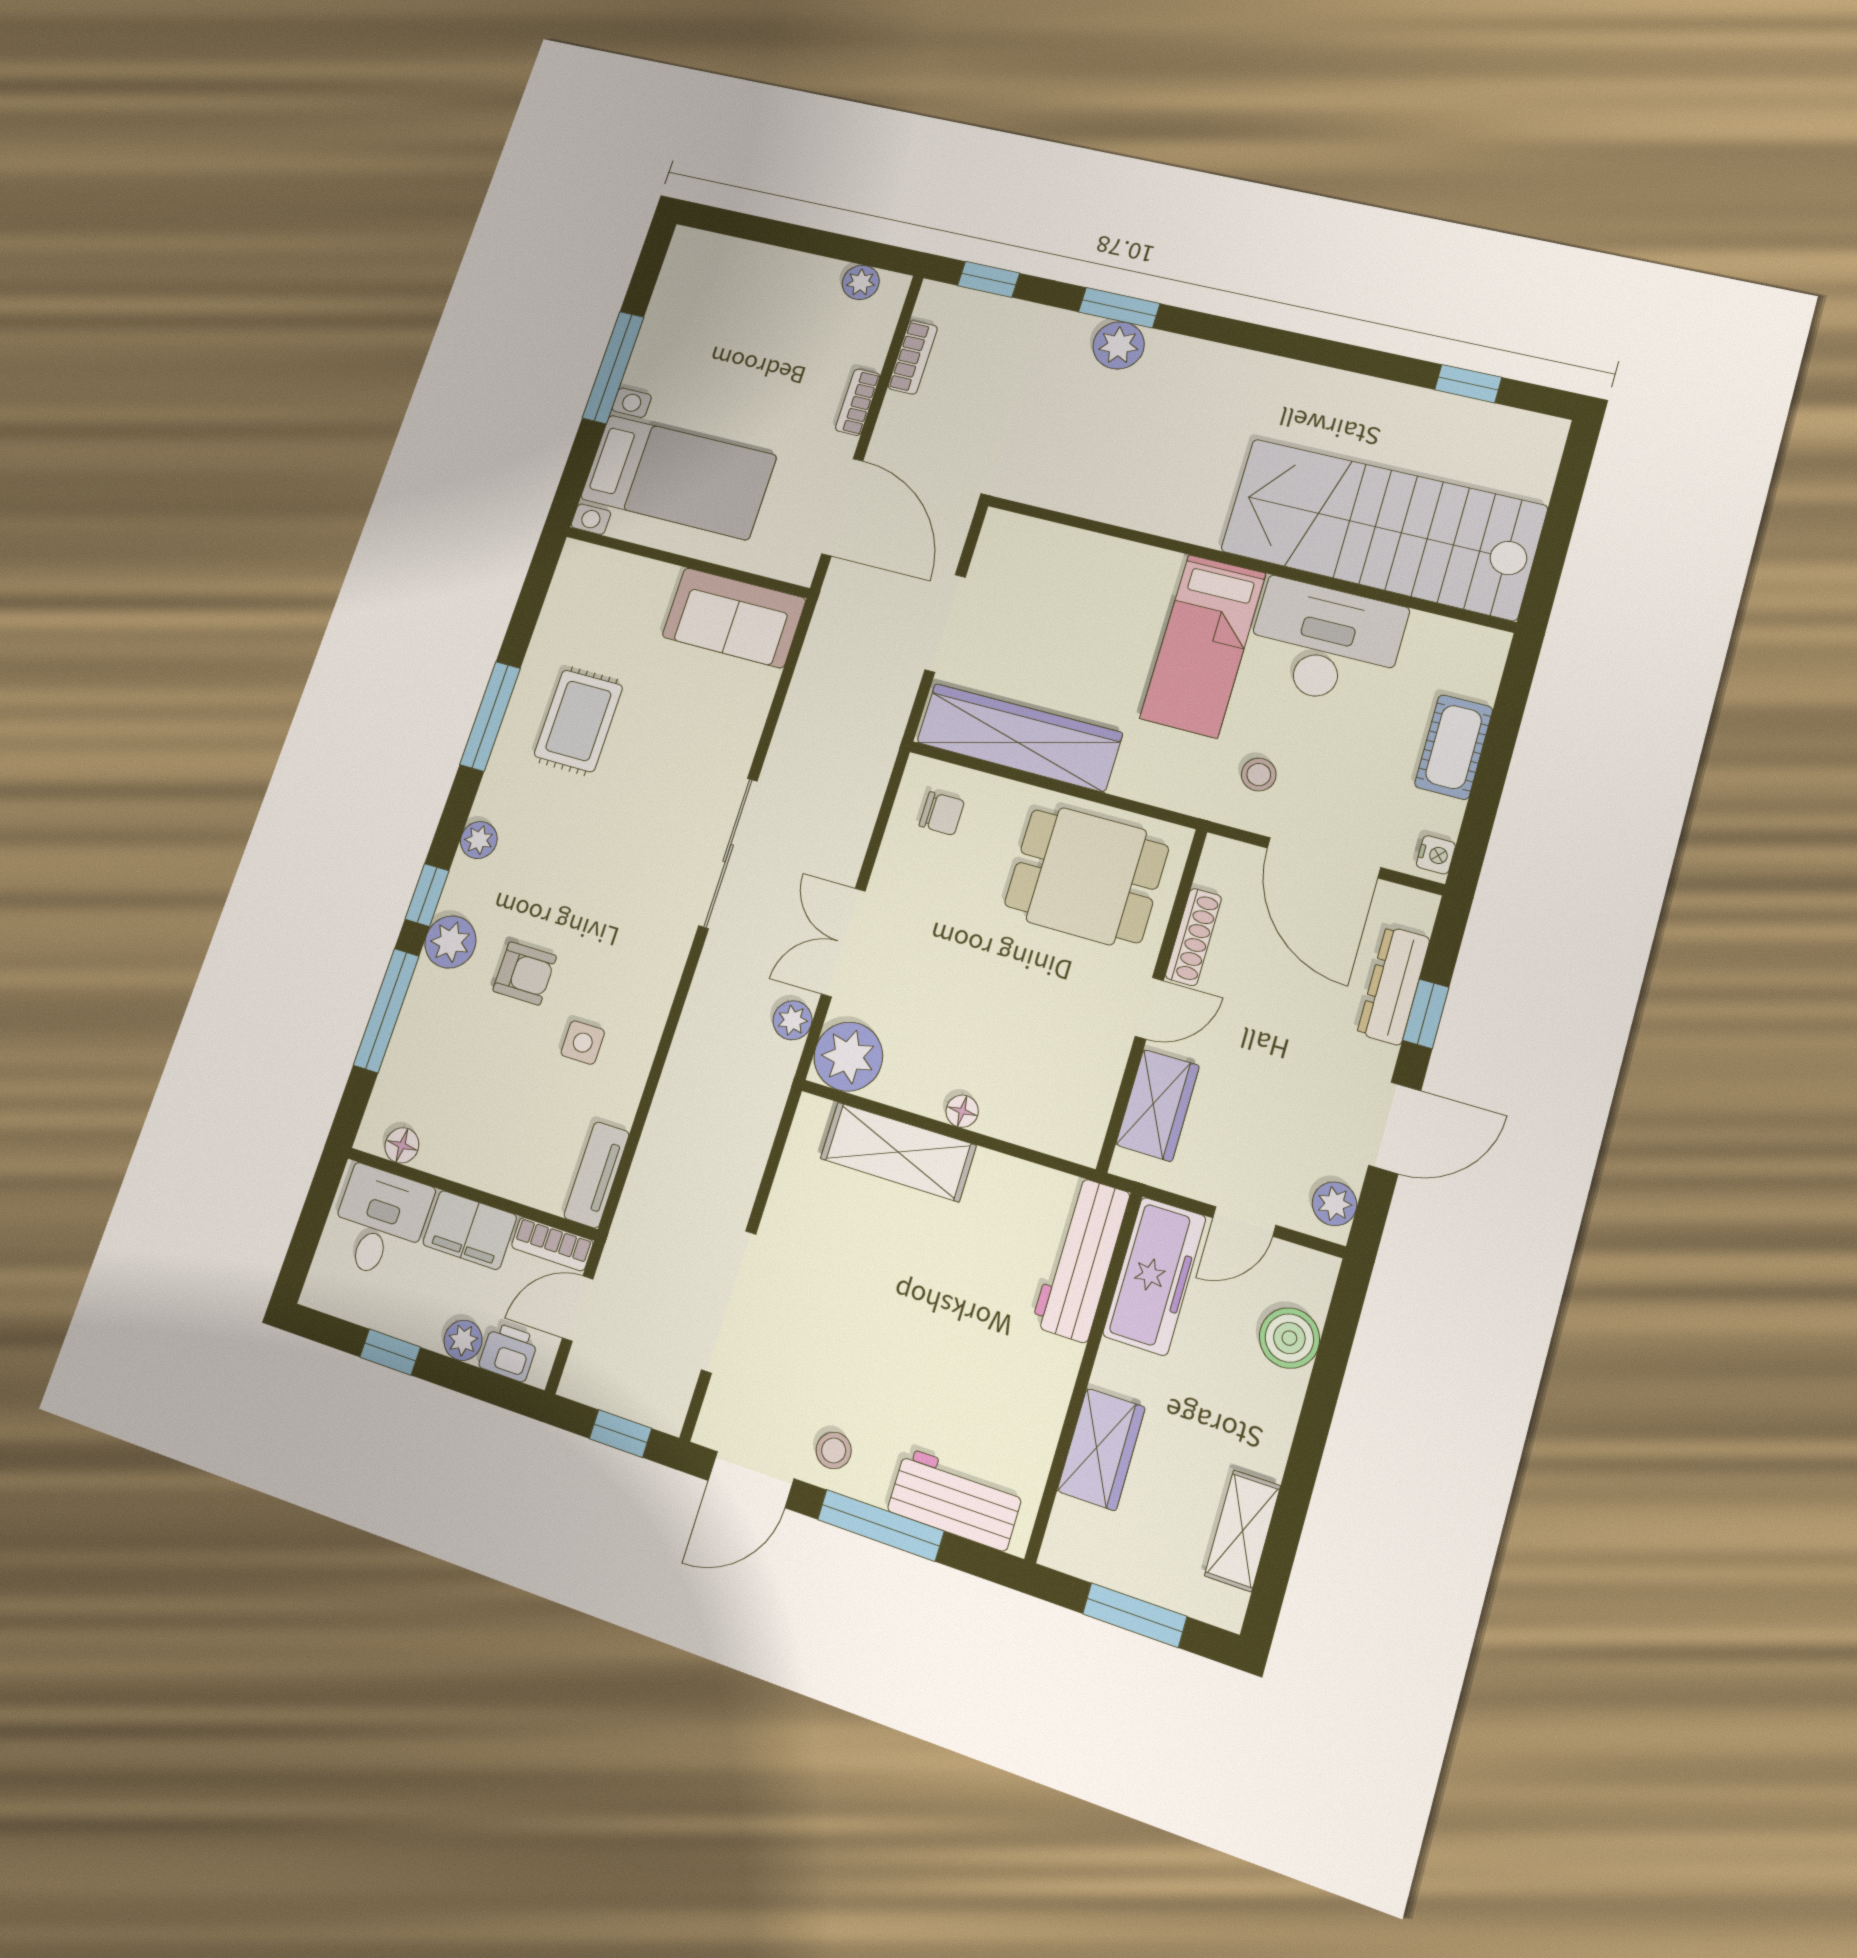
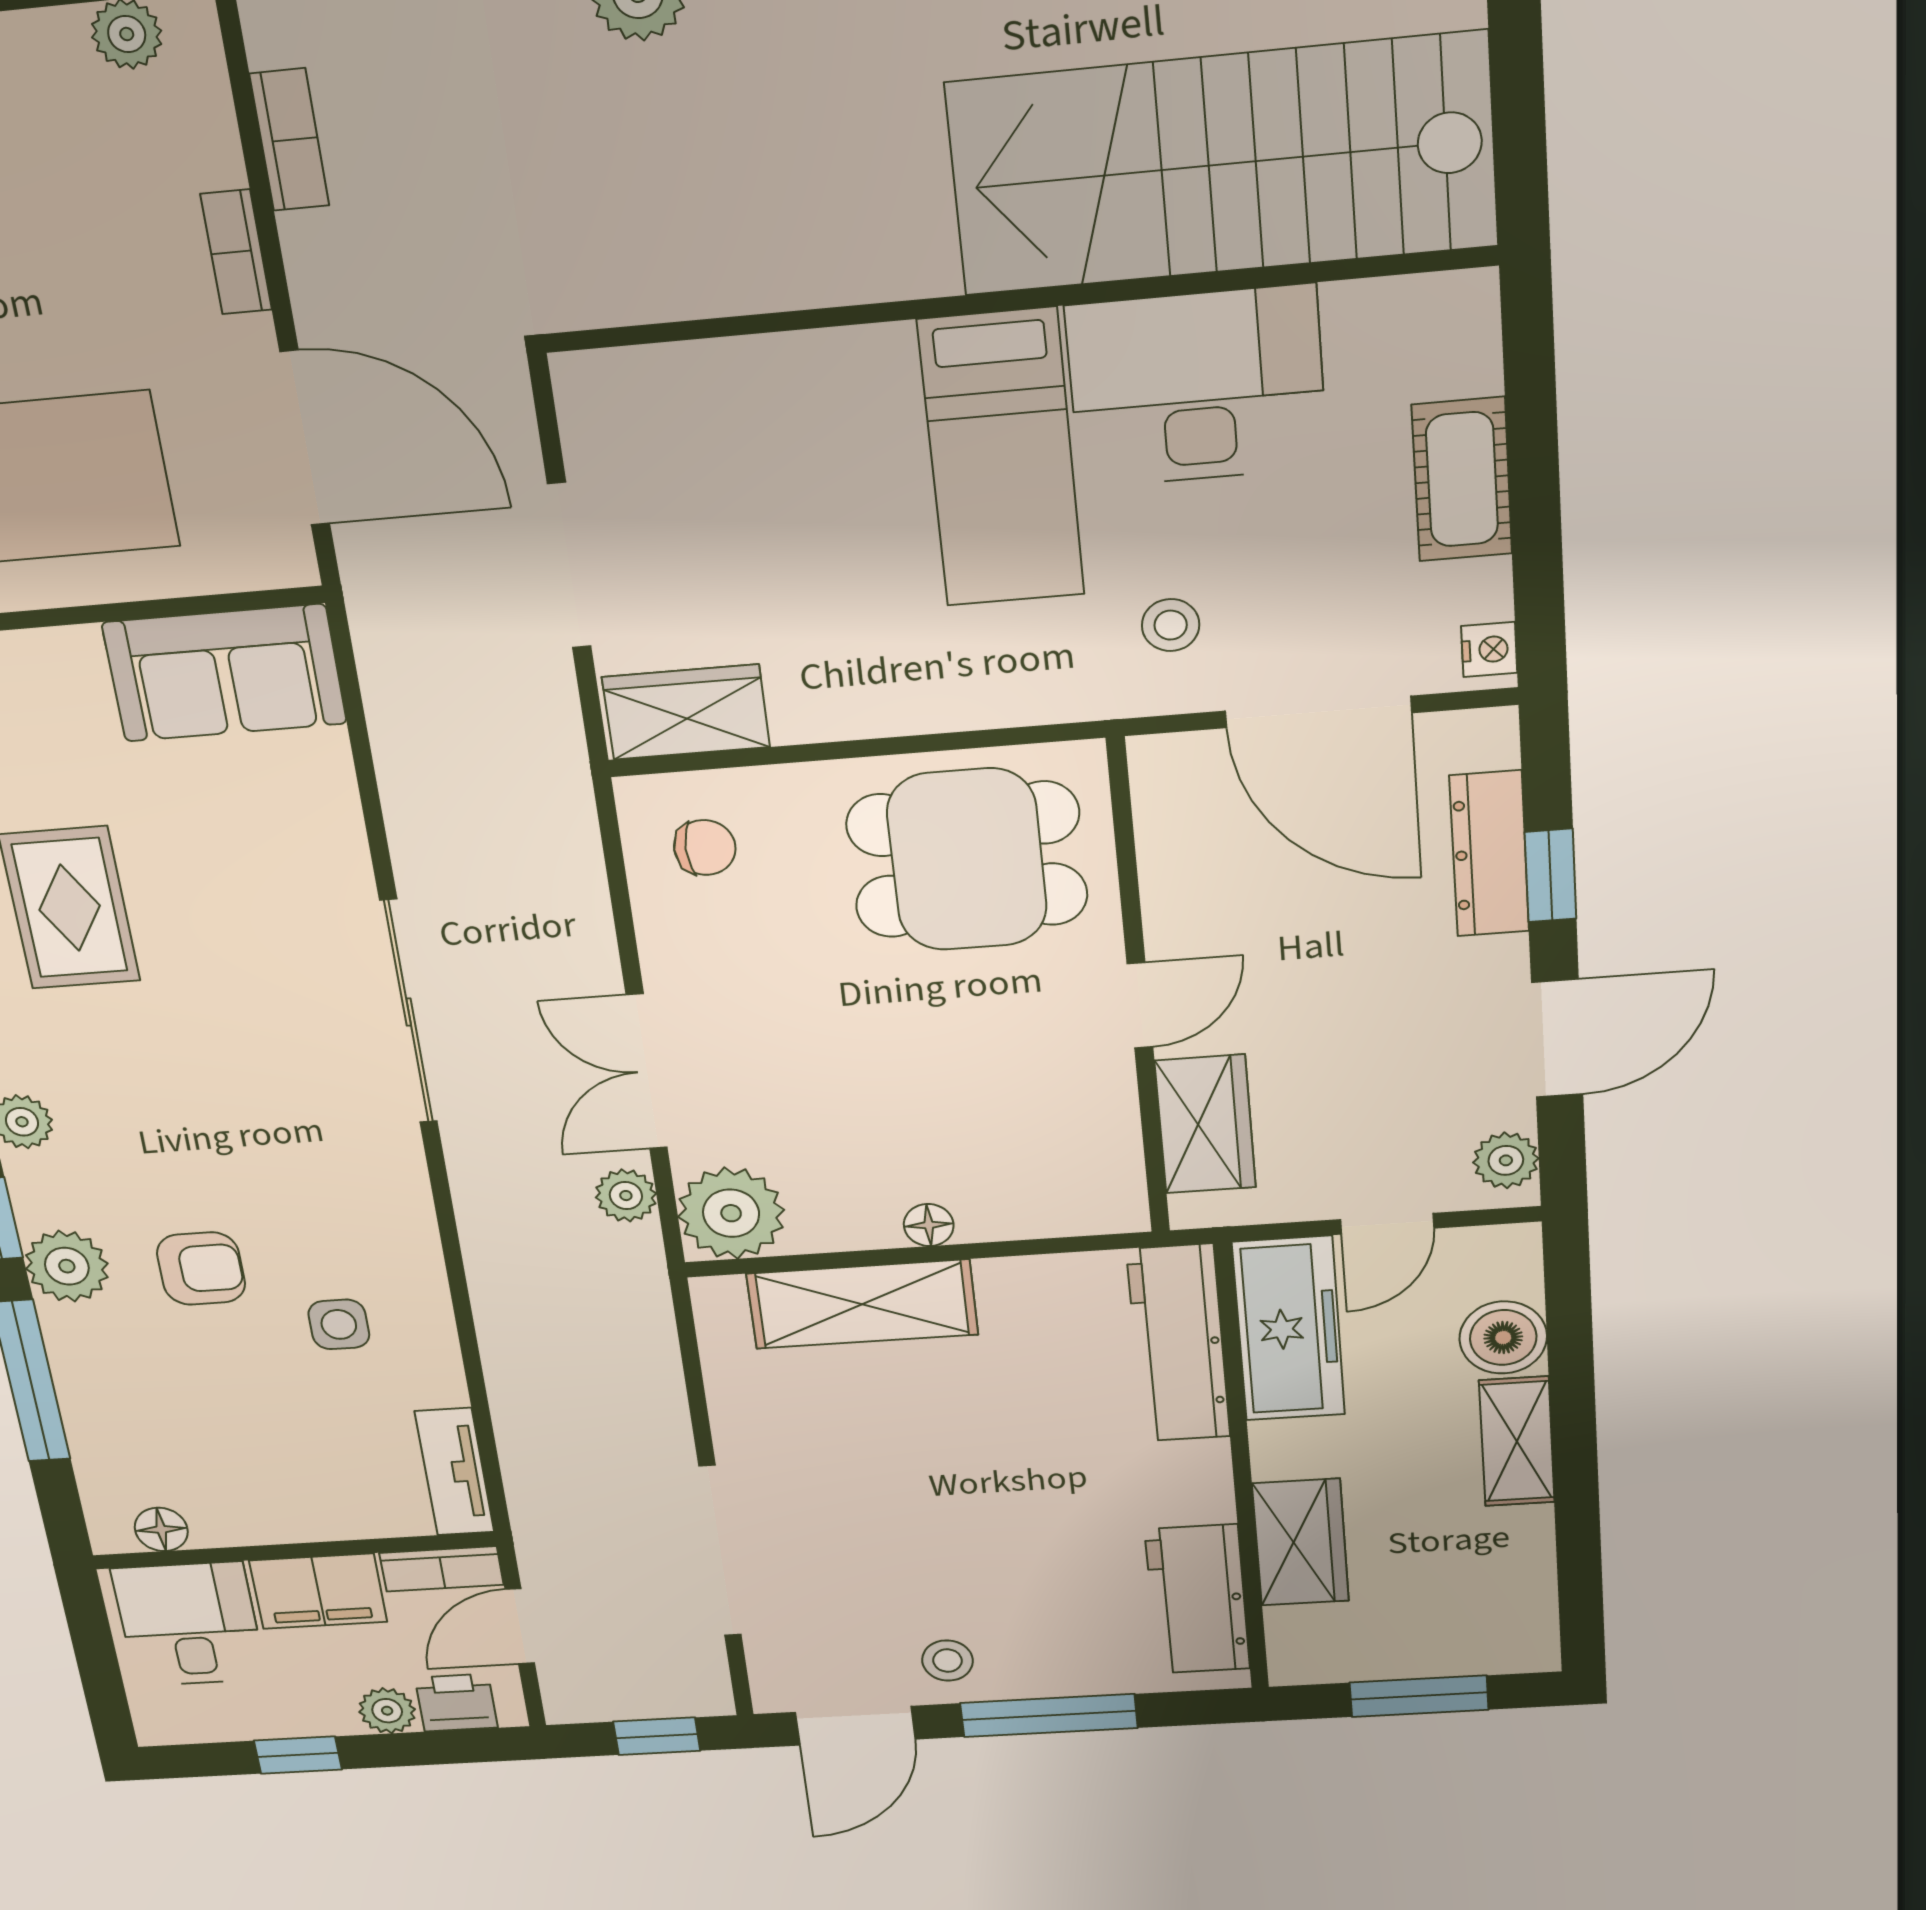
wardrobe: (1019, 738) -> (686, 712), width x0.48, depth x0.85
shoe rack: (1193, 937) -> (1165, 889), removed
workbench: (956, 1499) -> (1198, 1599), moved, turned -90
shelving: (1243, 1531) -> (1517, 1441), moved

